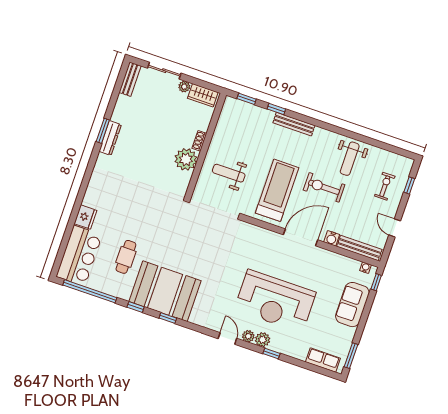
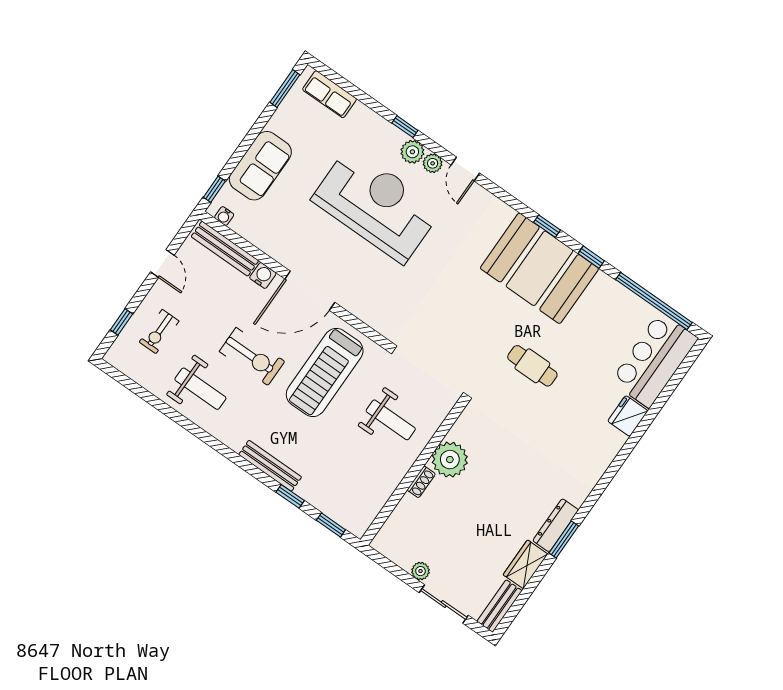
wardrobe: (203, 95) -> (526, 564), moved, turned -90
weight bench: (350, 159) -> (200, 389), turned 90
cafe table: (126, 257) -> (532, 366), moved, turned 90

